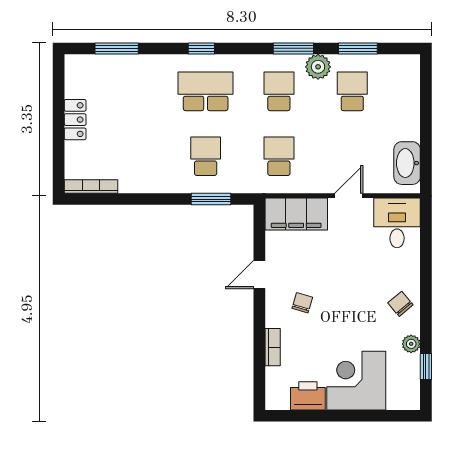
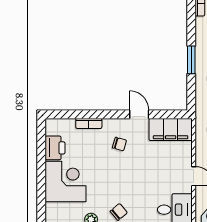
window: (211, 199) -> (191, 60), moved
filing cabinet: (296, 214) -> (171, 129), moved, turned -90

